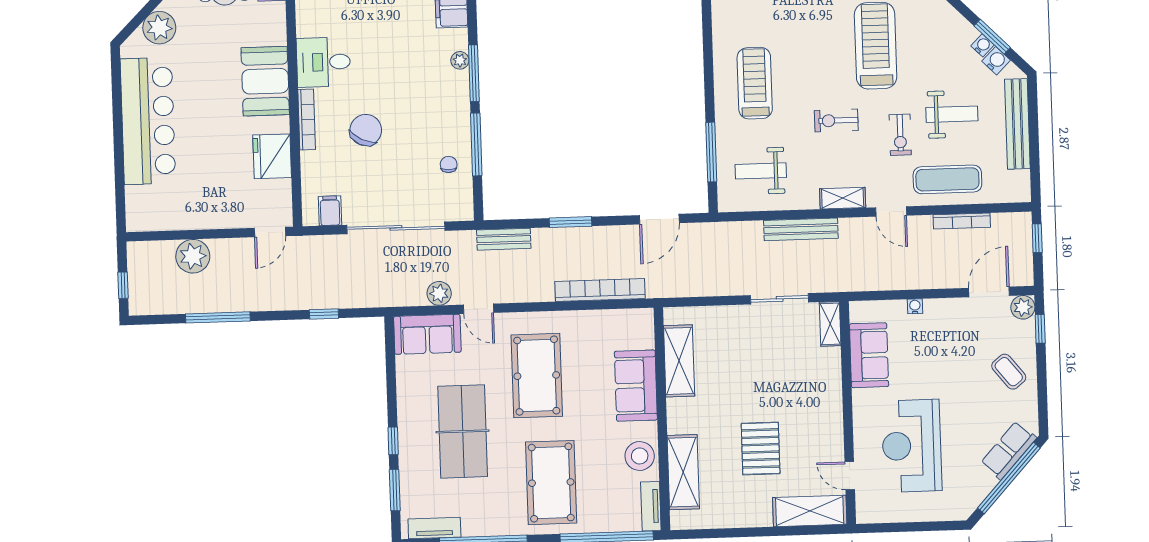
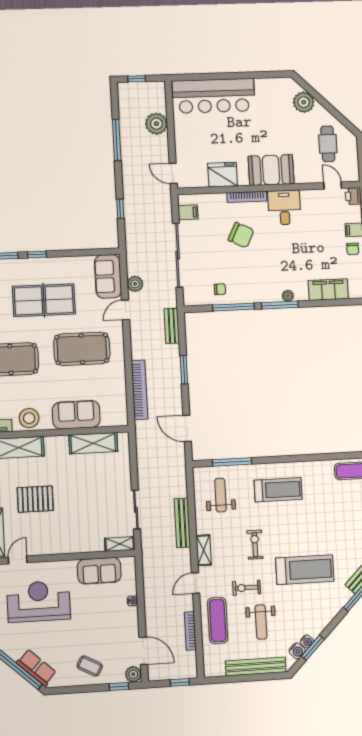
bar counter: (148, 121) -> (214, 96), moved
coffee table: (1009, 372) -> (90, 666), turned 67

